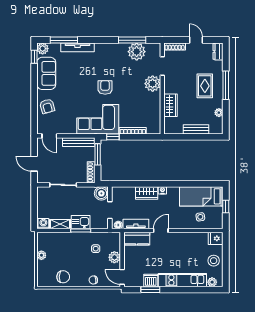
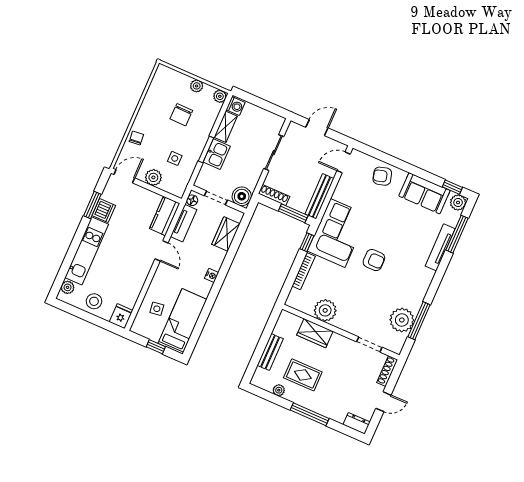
plant: (153, 84) -> (325, 310), moved
rug: (205, 86) -> (303, 375), moved
wardrobe: (147, 193) -> (226, 234), moved
plant: (42, 237) -> (220, 96), added
chair: (63, 277) -> (181, 115), moved

